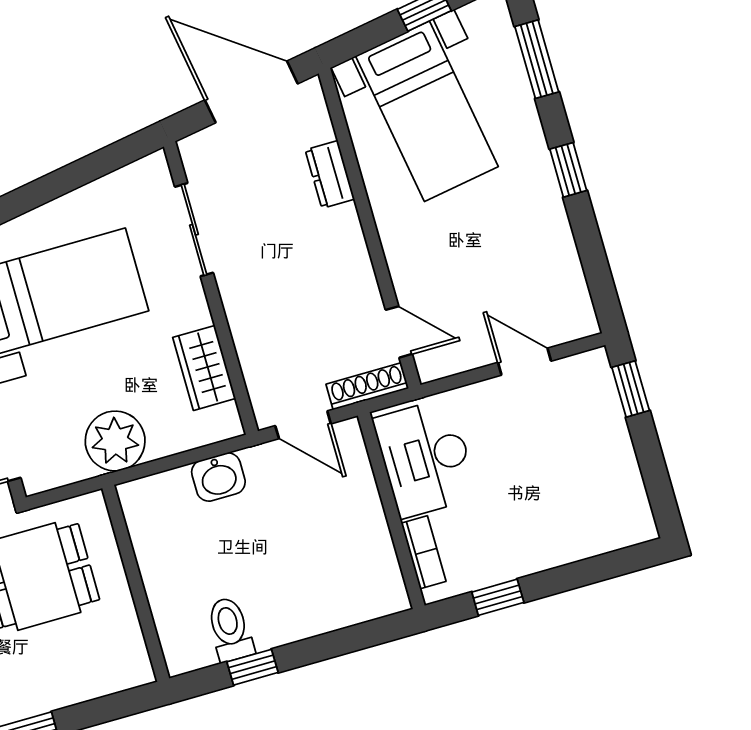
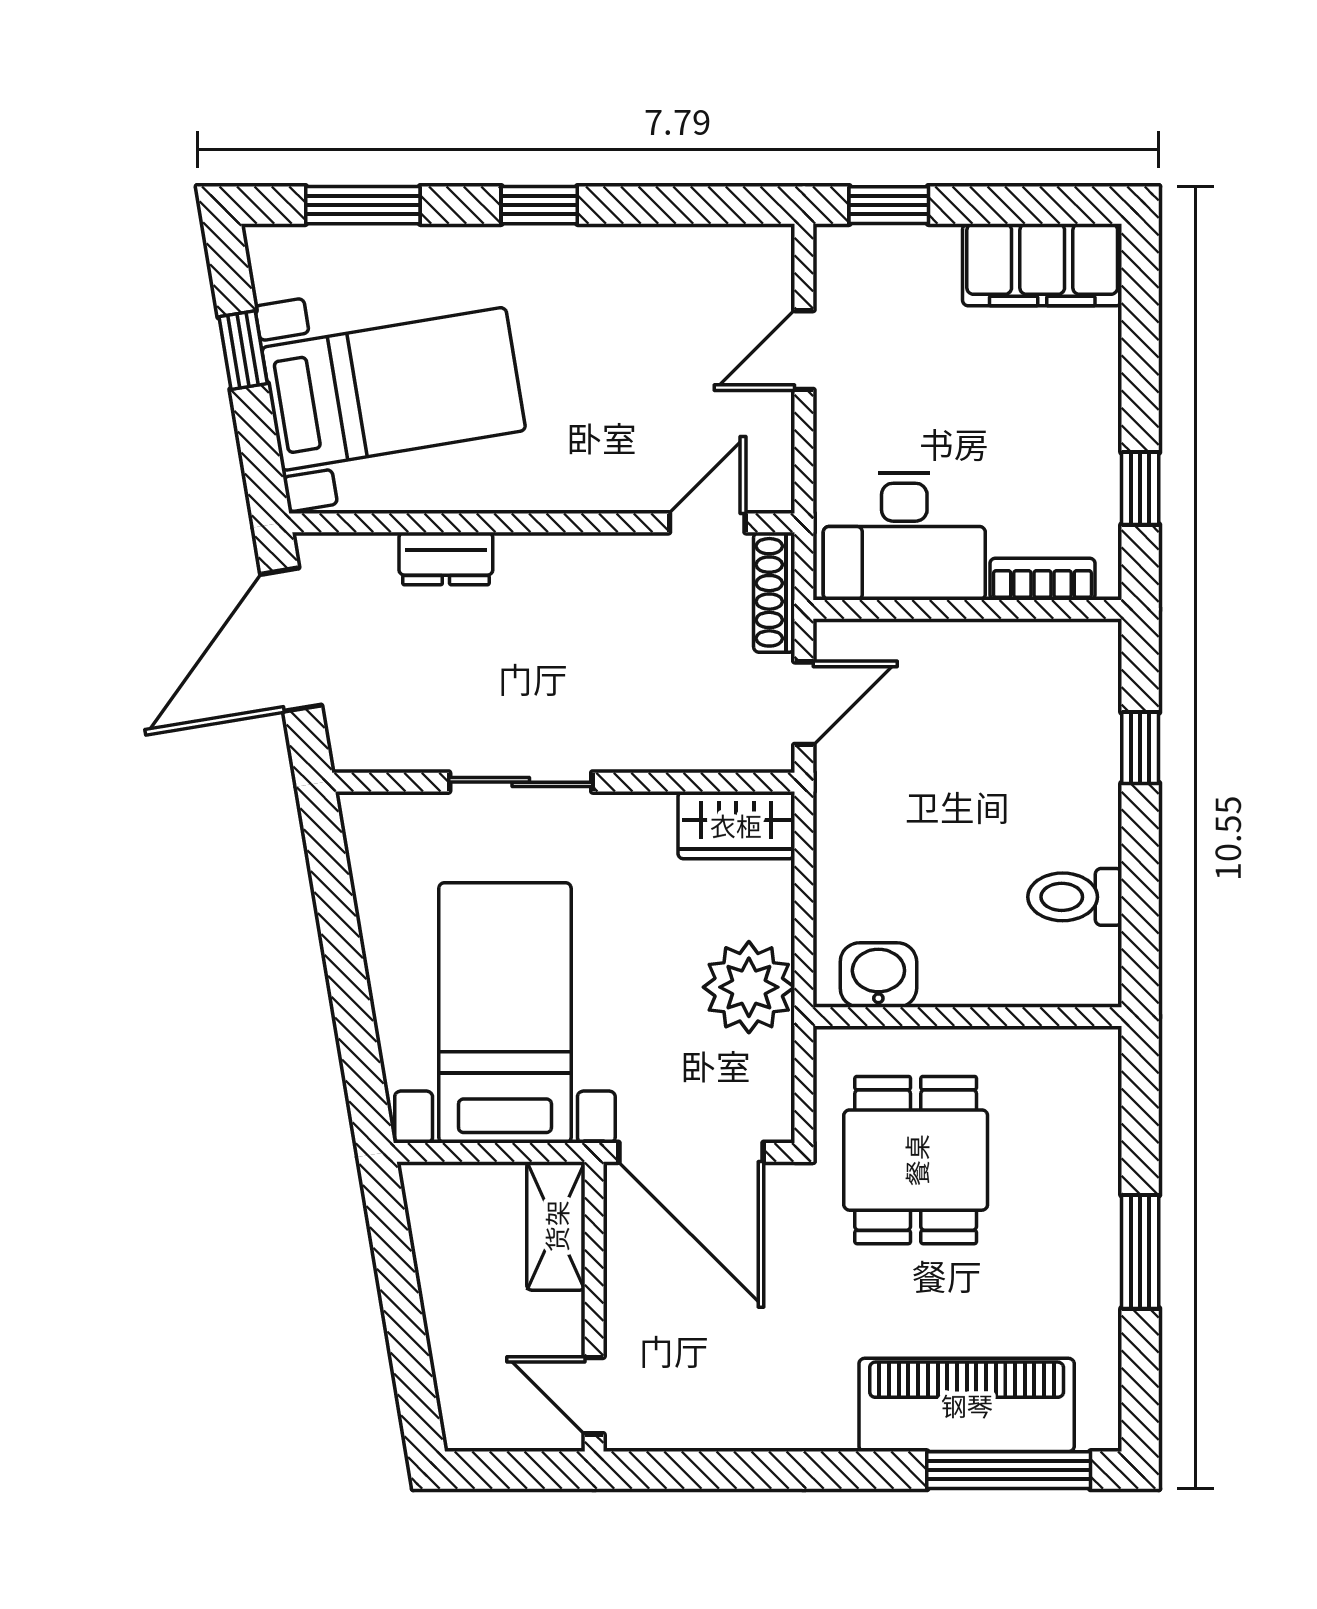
sliding door: (194, 230) -> (521, 782), moved
wardrobe: (204, 368) -> (736, 825), moved
washbasin: (218, 477) -> (878, 975), moved, turned -90
filing cabinet: (621, 496) -> (1042, 265), added
window: (253, 667) -> (1140, 748), moved

